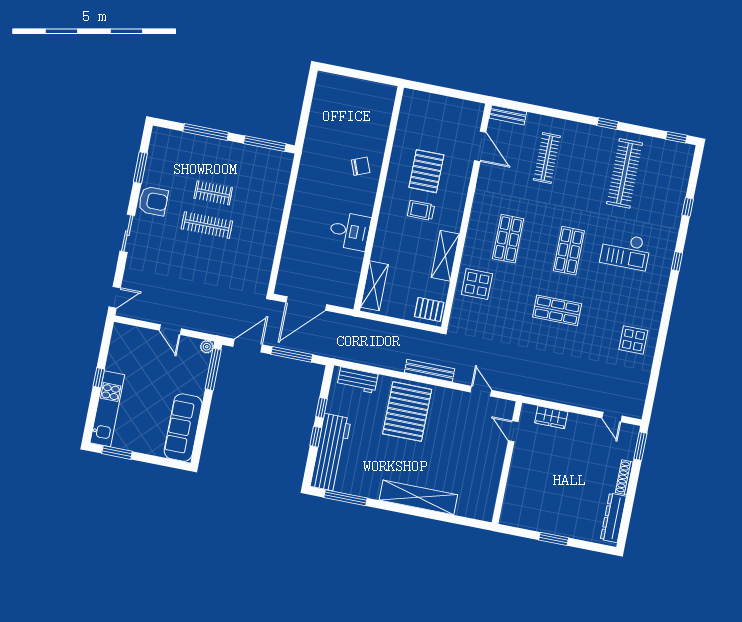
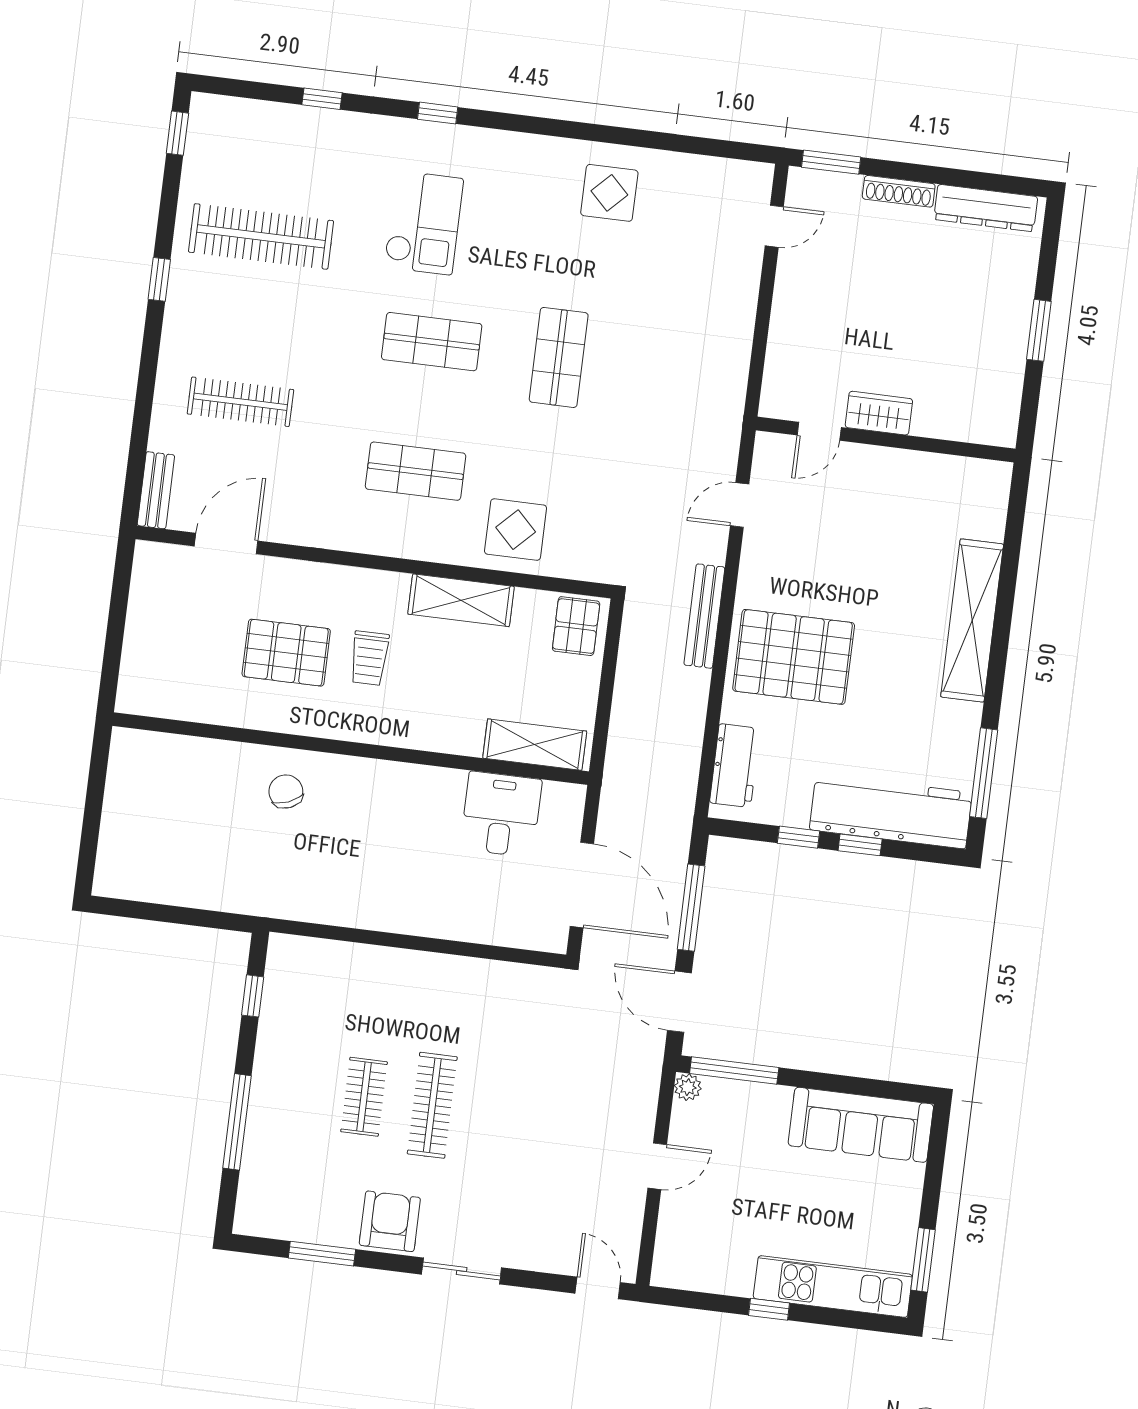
window: (265, 144) -> (253, 996), width x0.46
desk: (350, 231) -> (501, 814), moved
wardrobe: (551, 417) -> (879, 413), moved, turned -90

